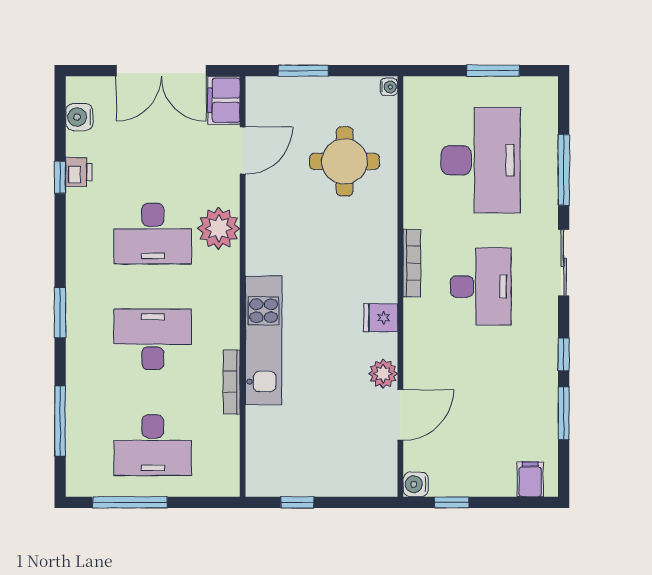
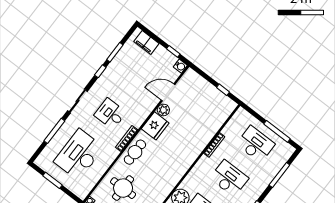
cafe table: (375, 249) -> (135, 152), added
desk: (481, 286) -> (110, 114), width x0.73
fridge: (381, 318) -> (155, 126), width x1.88, depth x1.34
desk: (153, 339) -> (229, 178), turned 180
kitchen unit: (264, 340) -> (194, 150), removed
filing cabinet: (530, 479) -> (146, 43), width x2.00

